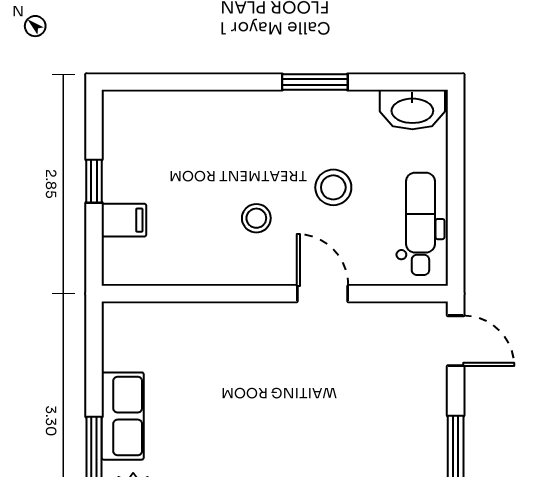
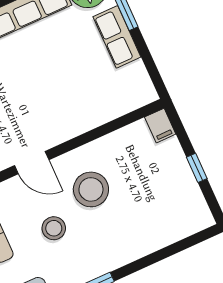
stool: (256, 218) -> (91, 189), width x1.89, depth x1.89
filing cabinet: (124, 220) -> (160, 126), moved, turned -90

